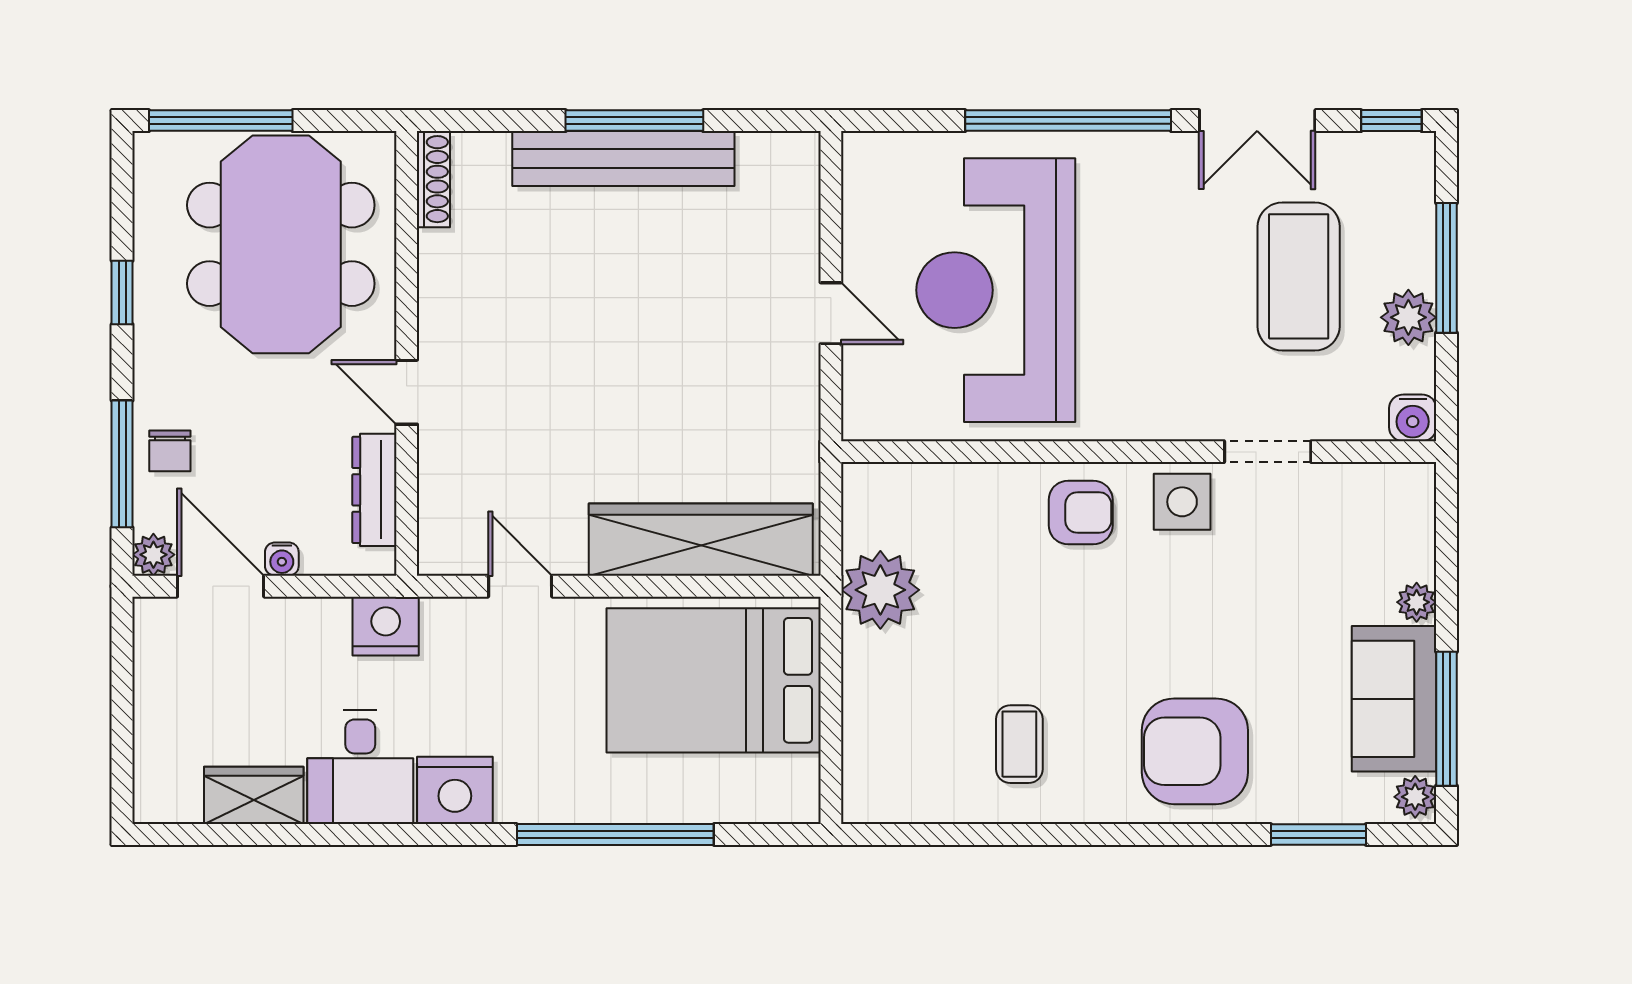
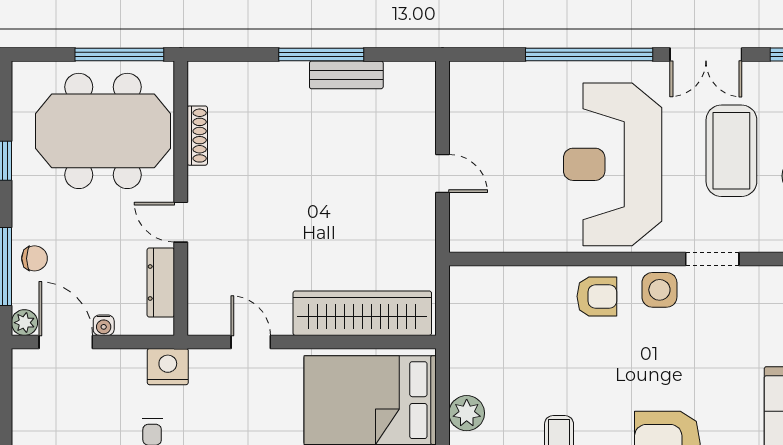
window: (221, 121) -> (119, 54), moved
bench: (623, 159) -> (346, 75), width x0.54, depth x0.82
shoe rack: (433, 179) -> (197, 136), moved
meeting table: (281, 244) -> (103, 131), turned 90
reception desk: (996, 290) -> (613, 164), moved
chair: (170, 451) -> (34, 258), turned -90
plant: (880, 590) -> (467, 413), moved, width x0.73, depth x0.73

